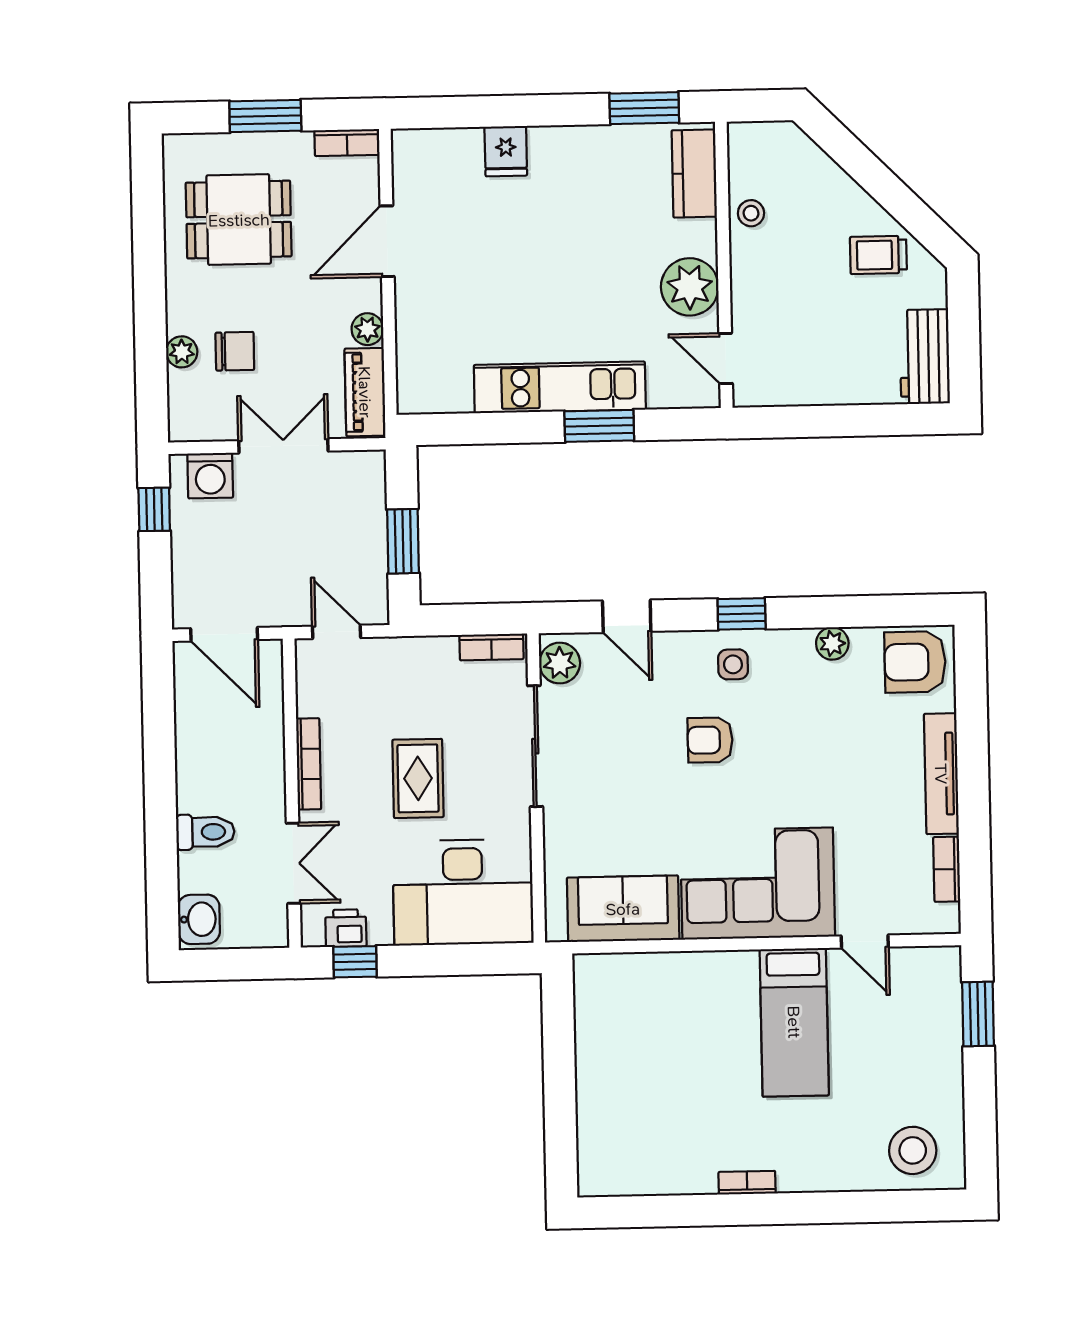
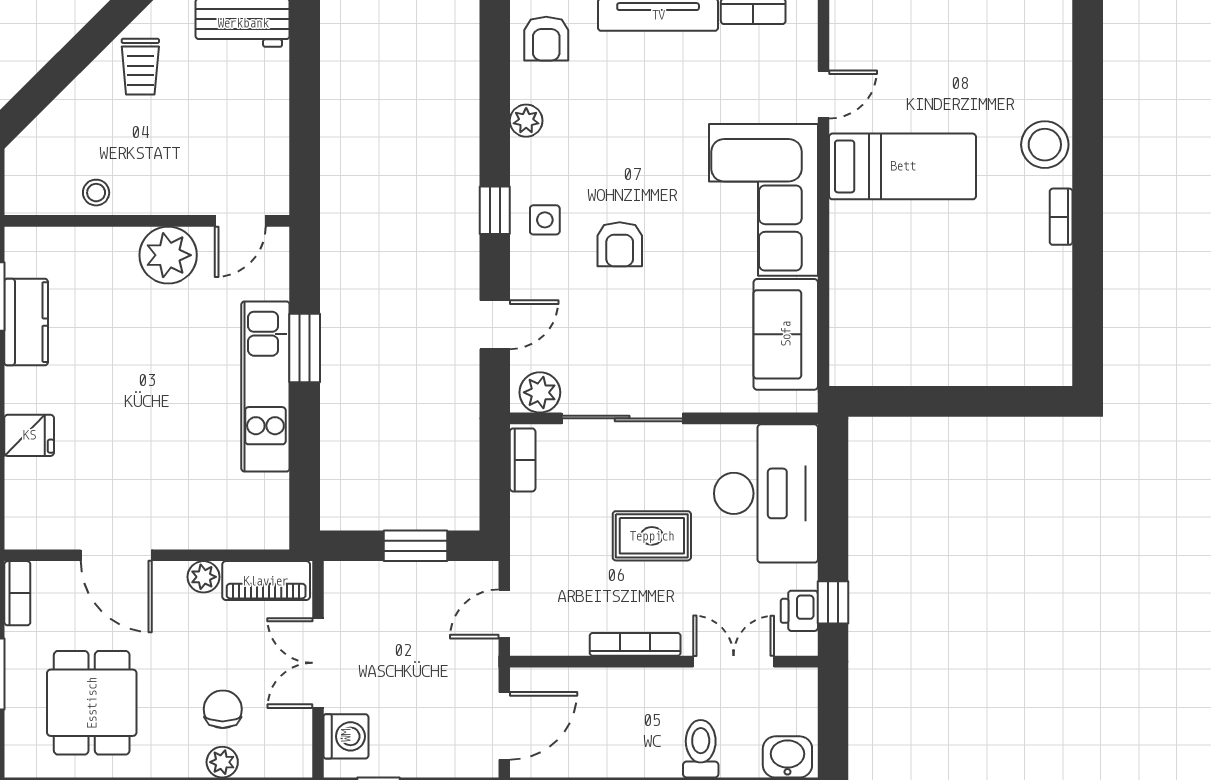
kitchen counter: (694, 174) -> (26, 322), moved, turned -90
armchair: (915, 662) -> (546, 39), width x0.72, depth x0.72
stool: (913, 1150) -> (1045, 145), moved

